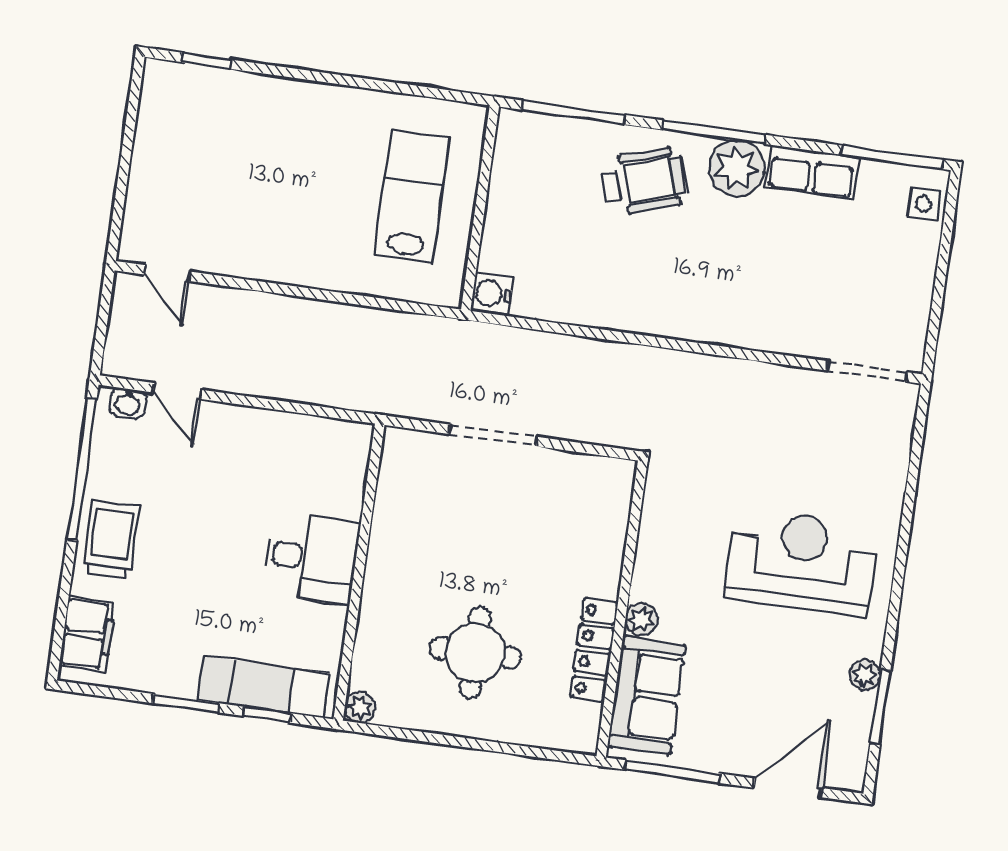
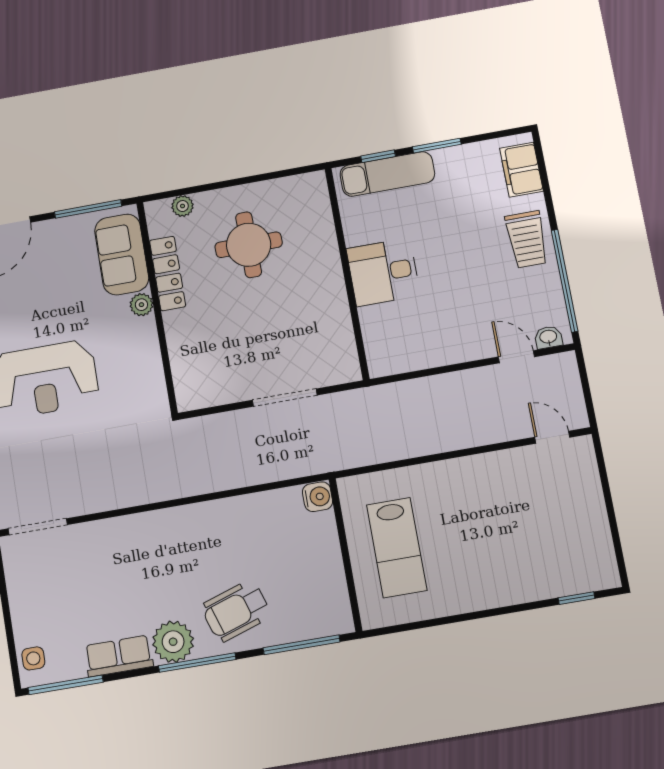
plant: (360, 708) -> (183, 206), moved

